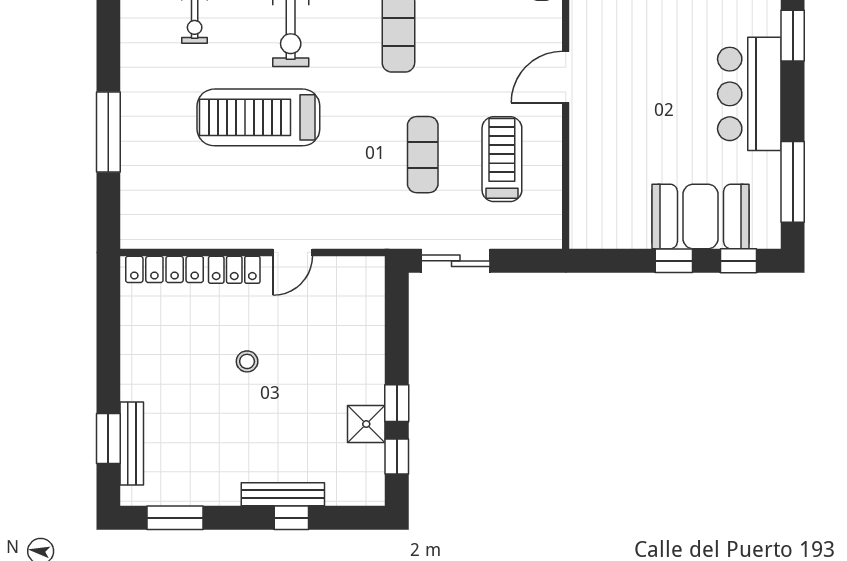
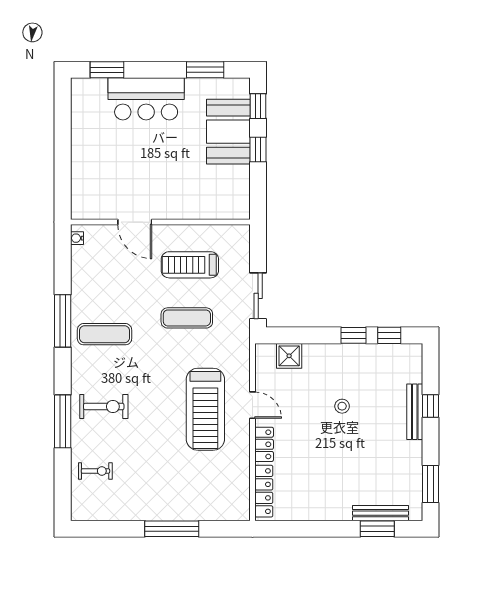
treadmill: (258, 117) -> (205, 409), moved
window: (793, 182) -> (205, 70), width x0.69
stool: (247, 361) -> (342, 406), moved
shower: (366, 424) -> (289, 356), moved

